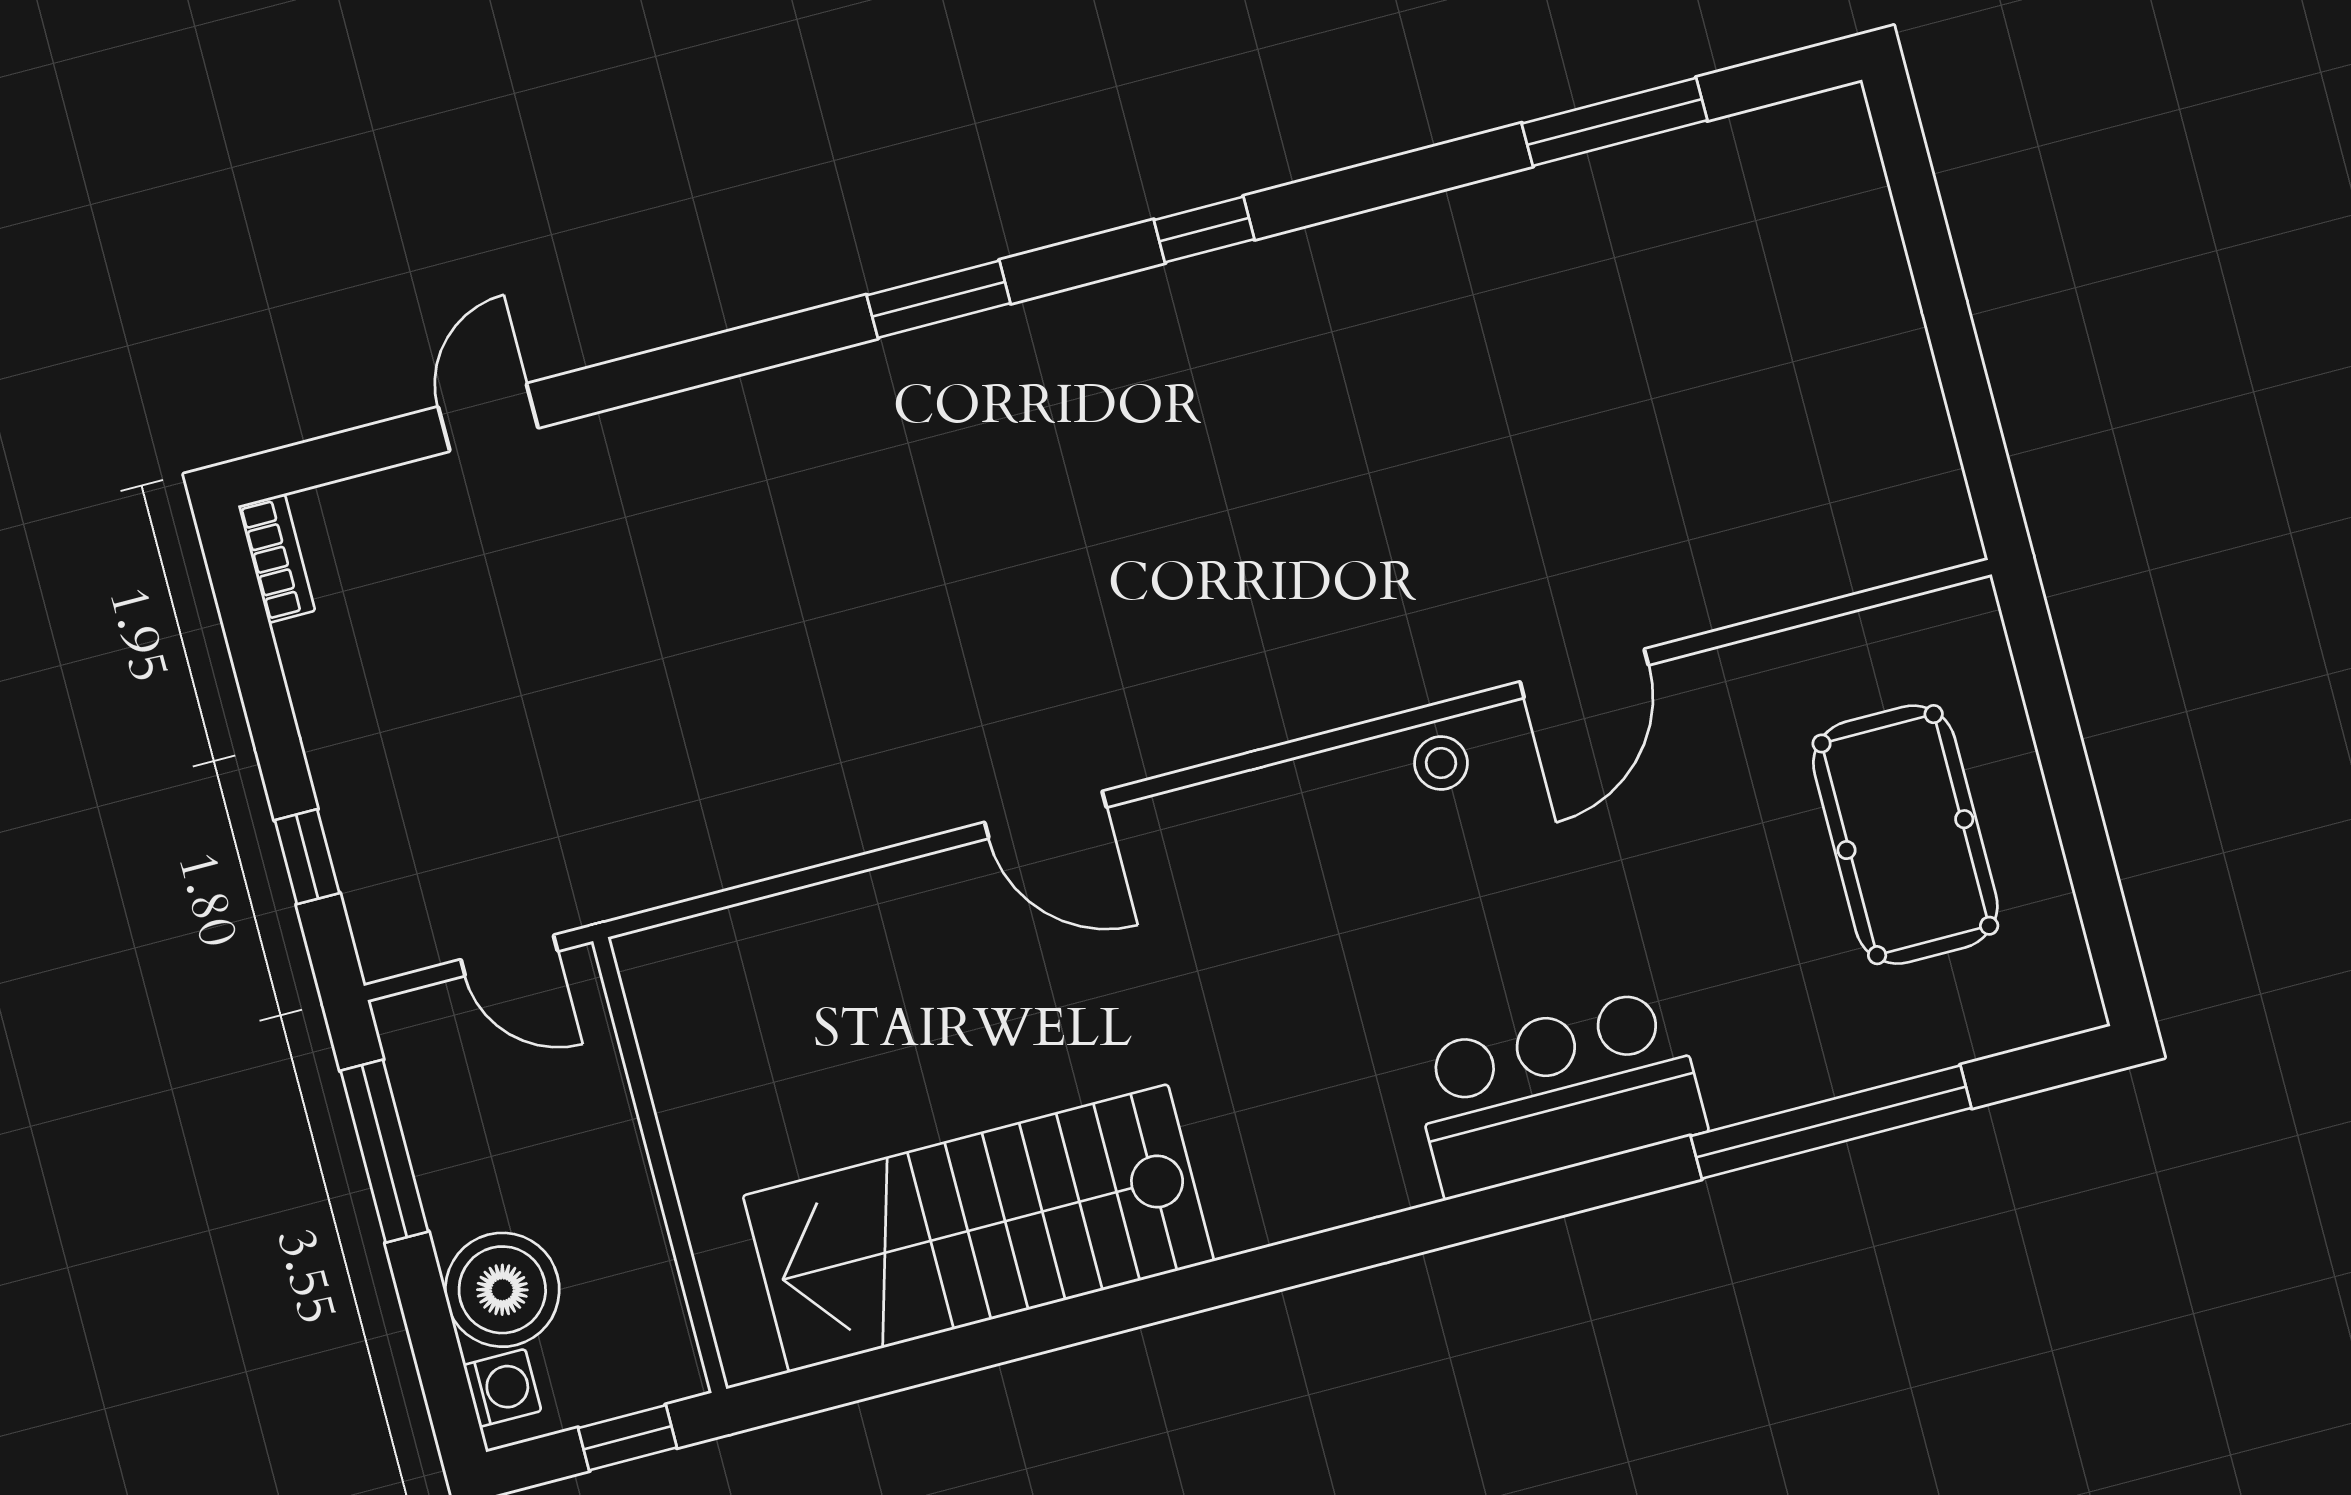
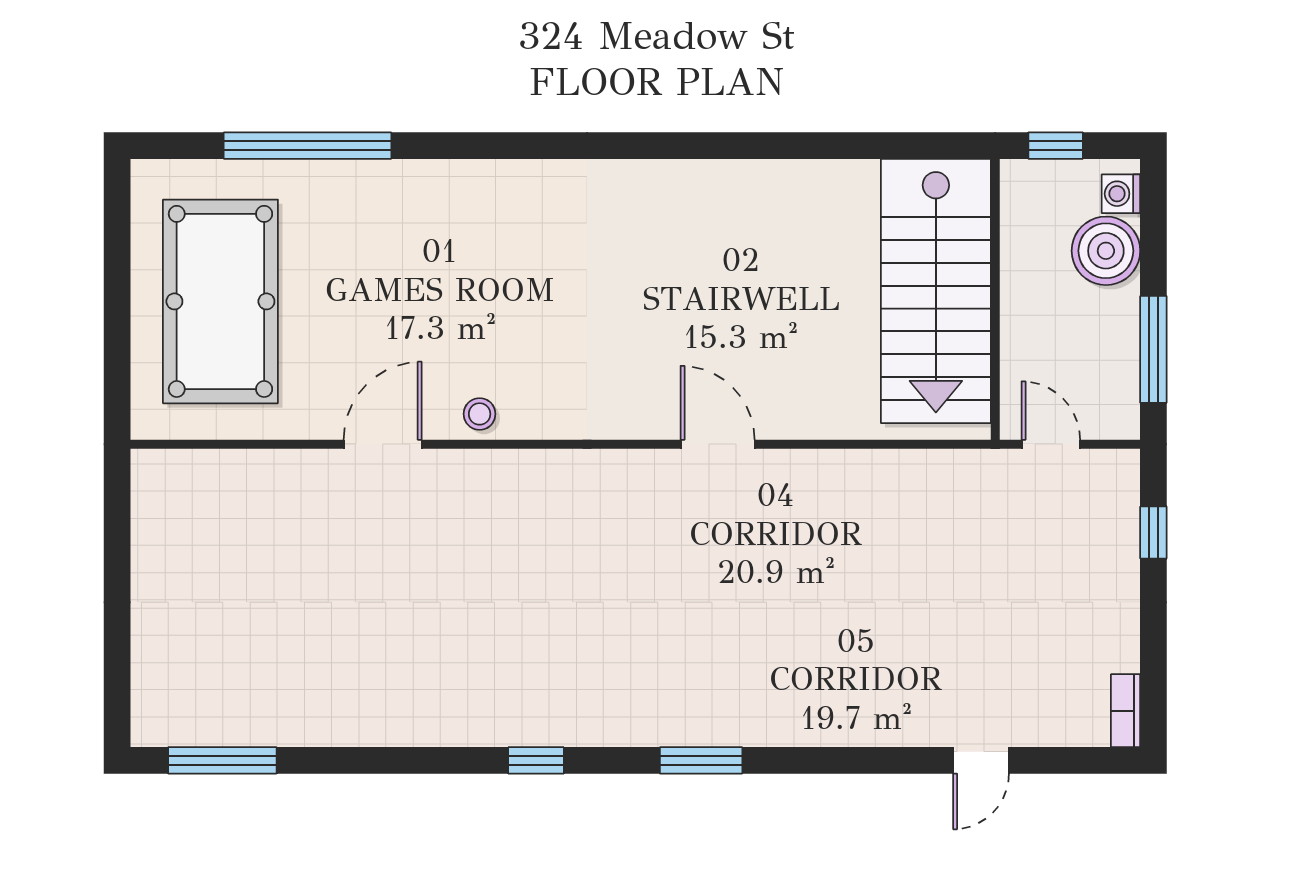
window: (1614, 122) -> (222, 760), moved
pool table: (1905, 835) -> (220, 301), width x1.36, depth x1.32
bar counter: (1558, 1093) -> (462, 204), removed
stairs: (978, 1228) -> (936, 291), moved, turned 90

